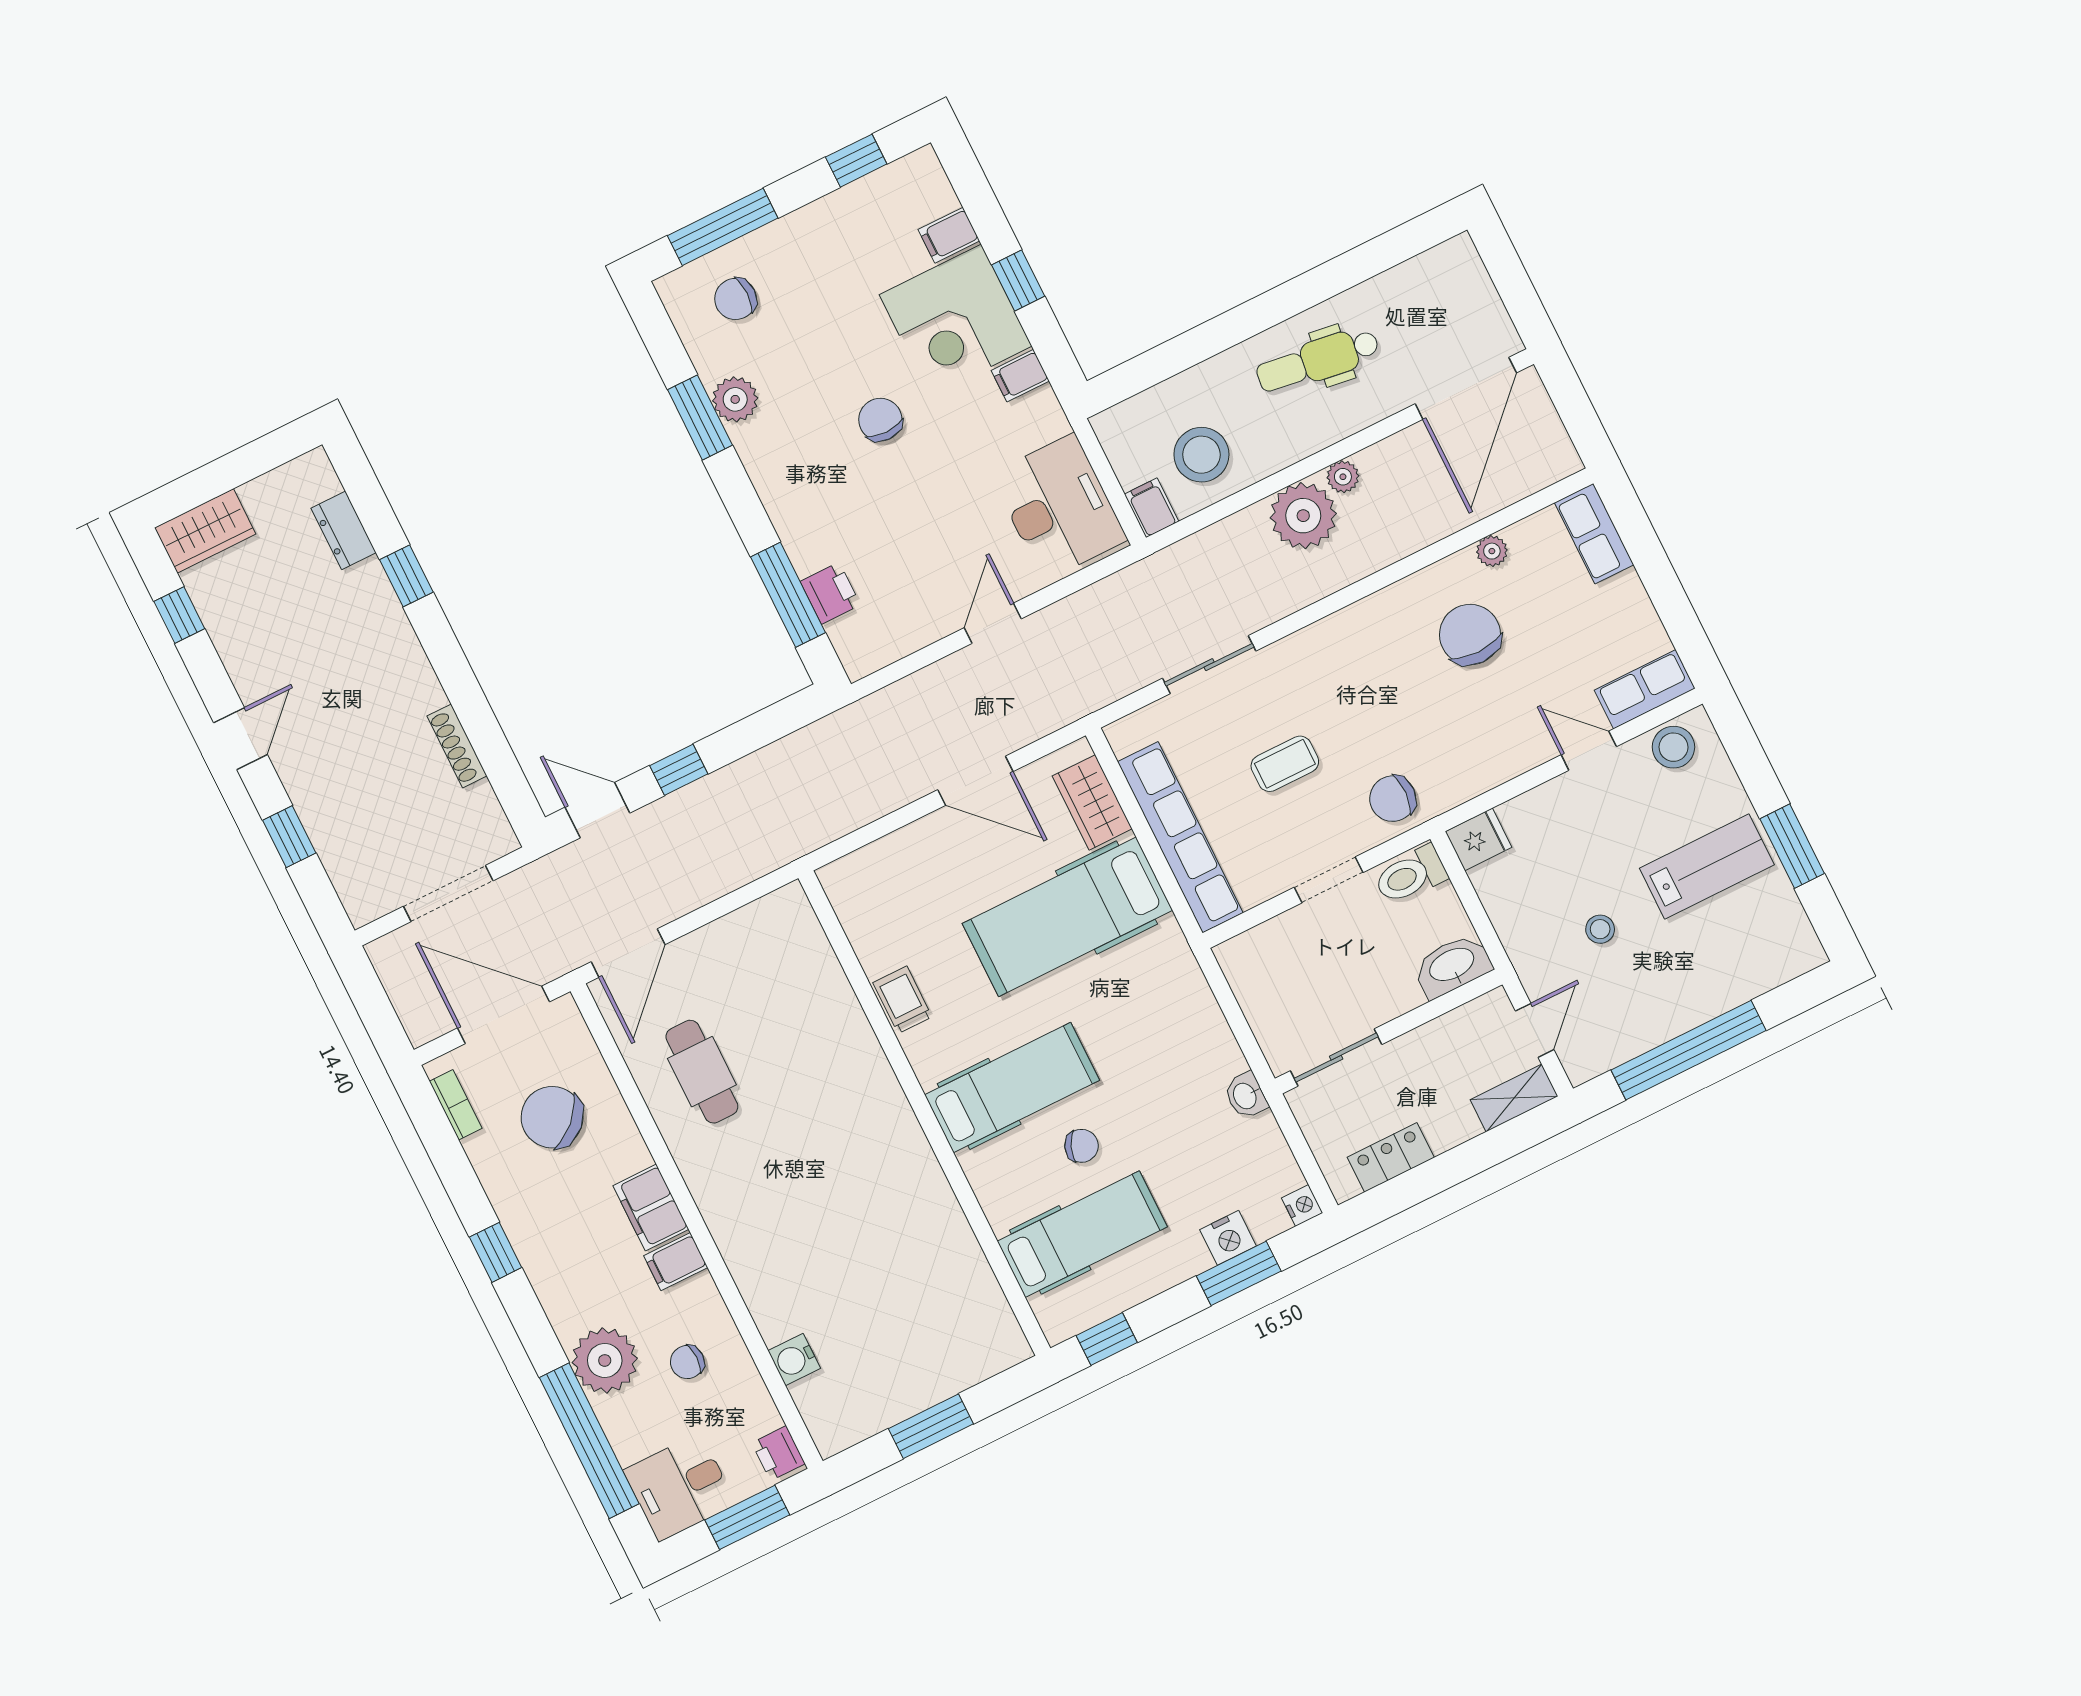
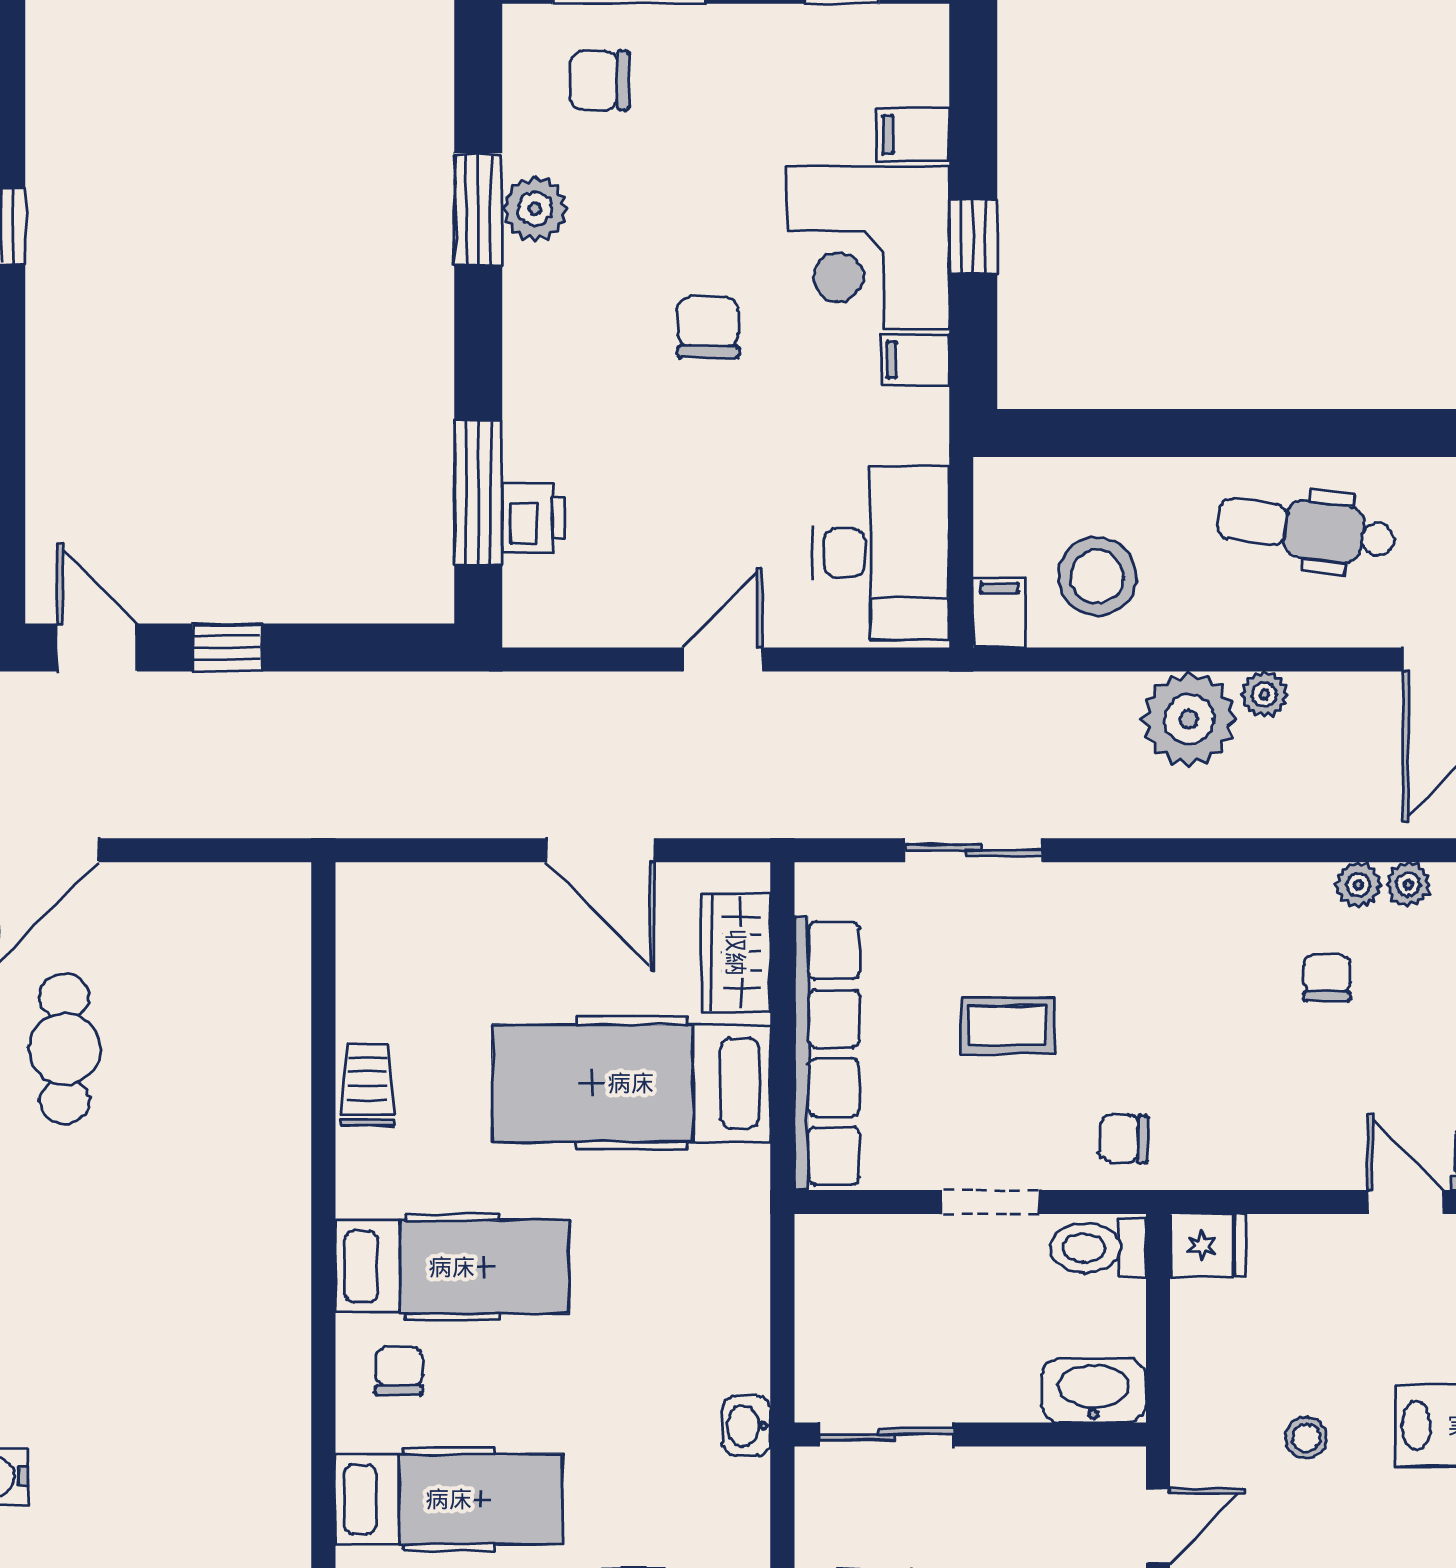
plant: (1461, 567) -> (1358, 885), added
chair: (1470, 635) -> (1327, 978), width x0.54, depth x0.54
chair: (1393, 799) -> (1124, 1139), width x0.73, depth x0.73
chair: (1081, 1146) -> (399, 1371), moved, turned -112

